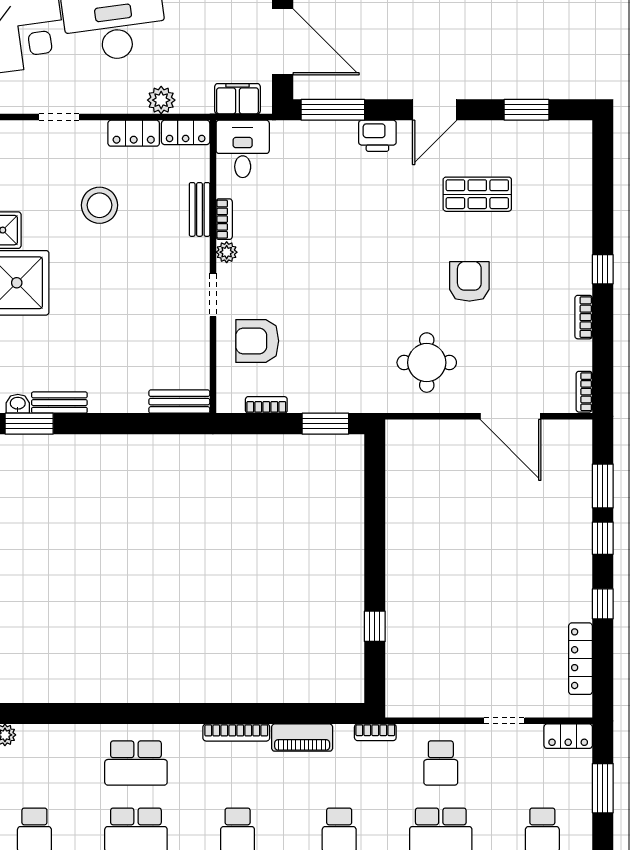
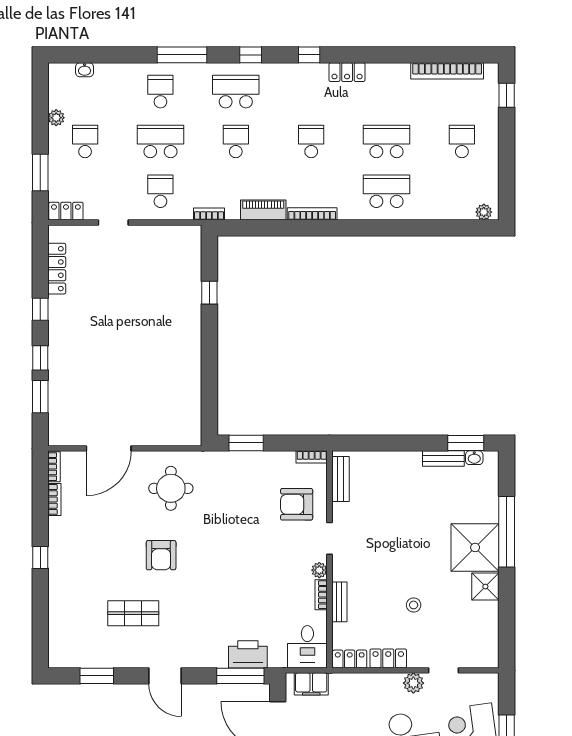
plant: (161, 100) -> (413, 683), moved
door: (435, 110) -> (165, 676), swing flipped
printer: (377, 136) -> (248, 654), moved, width x1.37, depth x1.19
stool: (100, 205) -> (414, 605), width x0.53, depth x0.53
armchair: (469, 281) -> (161, 555), moved
bookcase: (584, 317) -> (54, 499), moved
armchair: (257, 341) -> (297, 504), turned 180
bench: (179, 402) -> (340, 479), moved, turned 90
bookcase: (266, 405) -> (312, 457), moved
door: (511, 416) -> (109, 448), swing flipped

